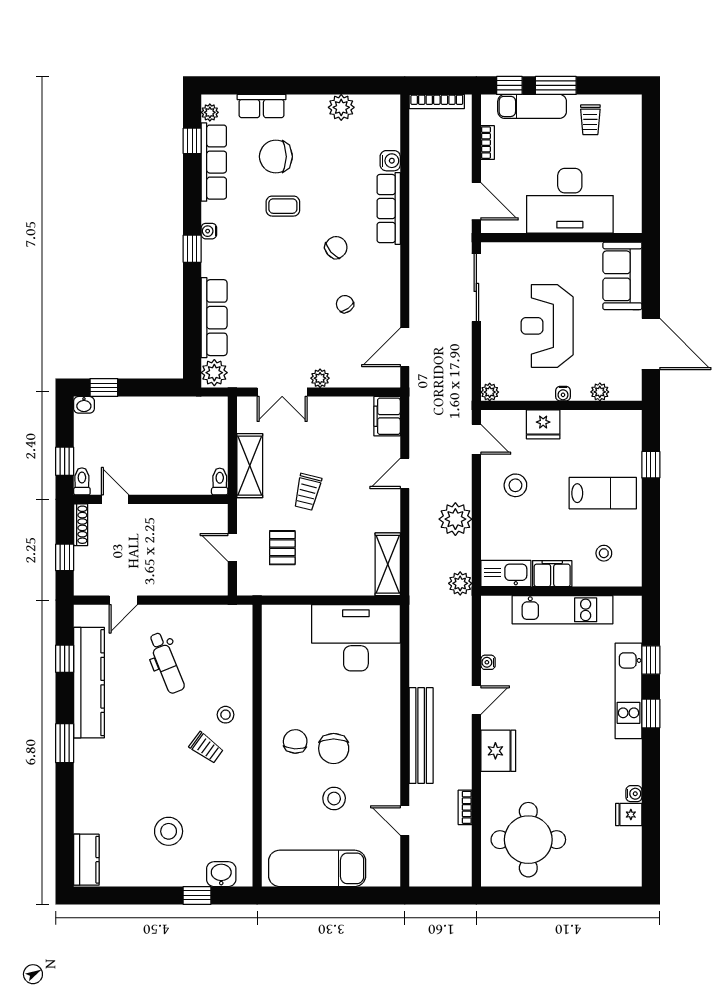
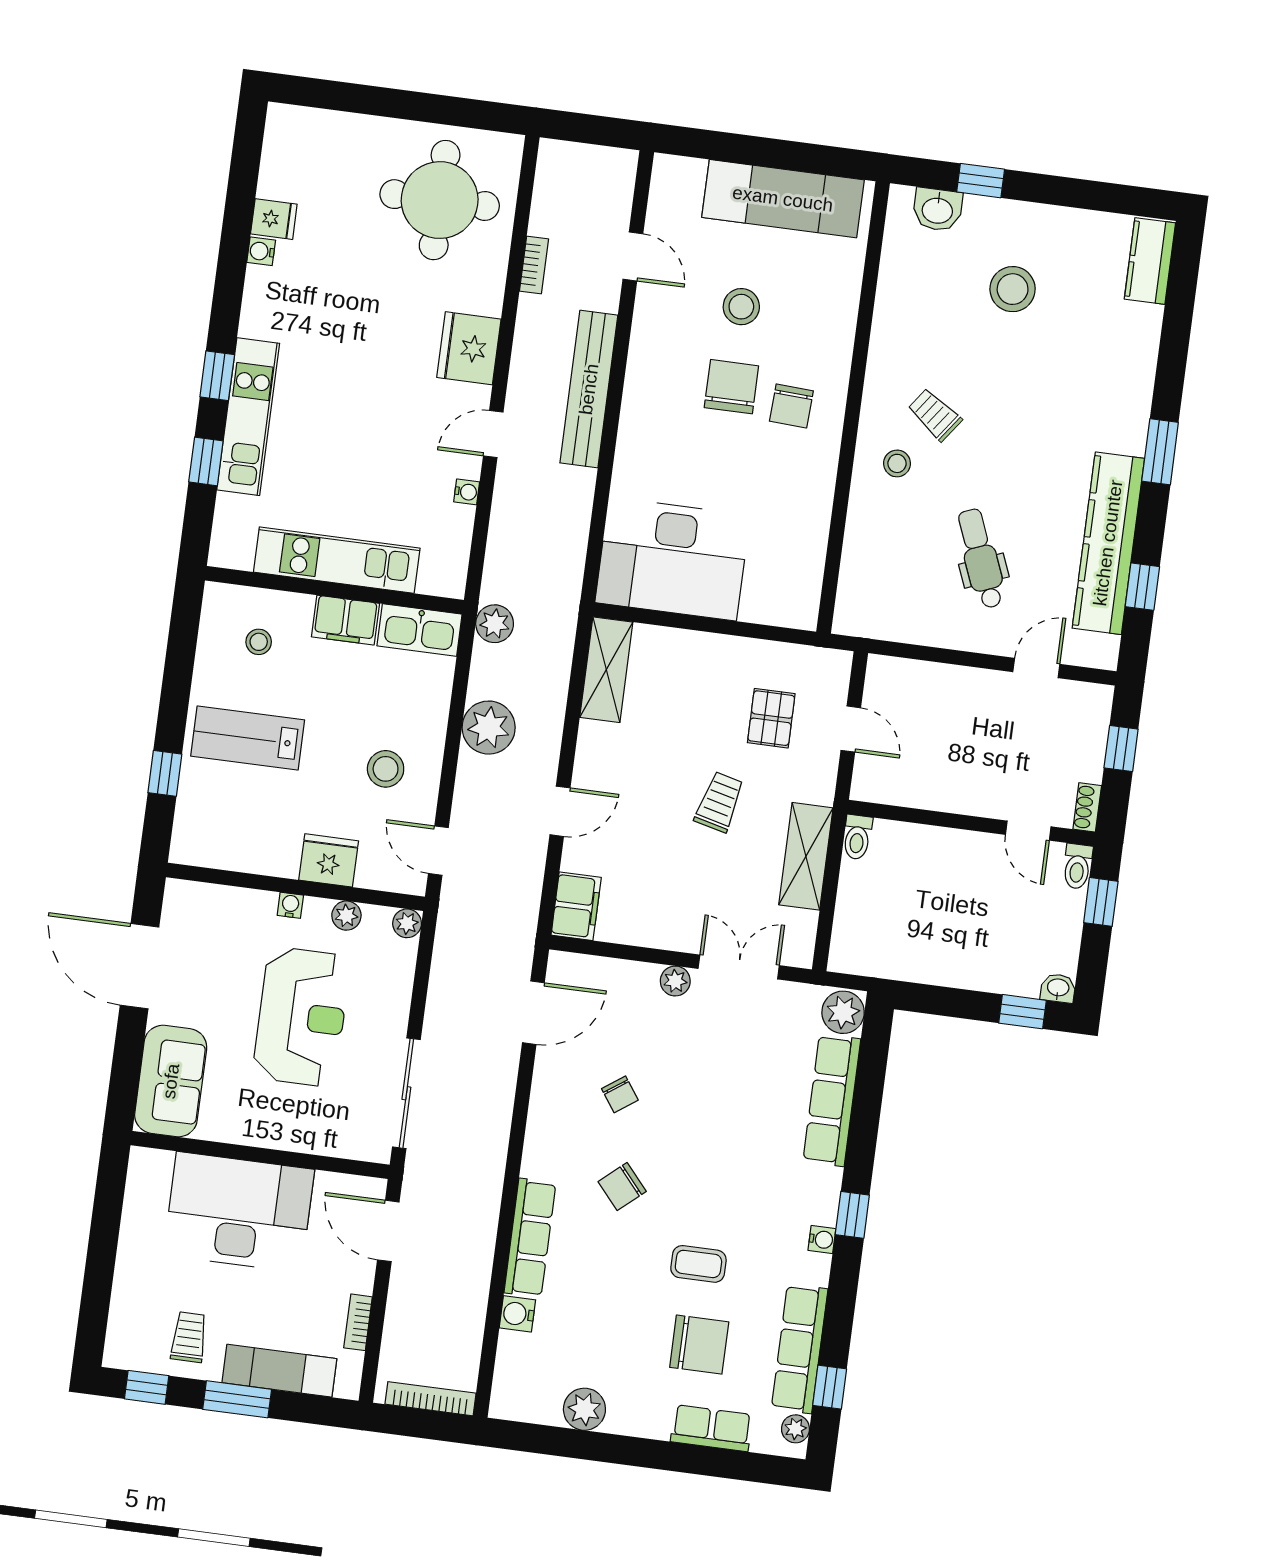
window: (509, 85) -> (147, 1387), moved
plant: (600, 392) -> (346, 916), moved
shoe rack: (81, 525) -> (1087, 807), width x0.70

